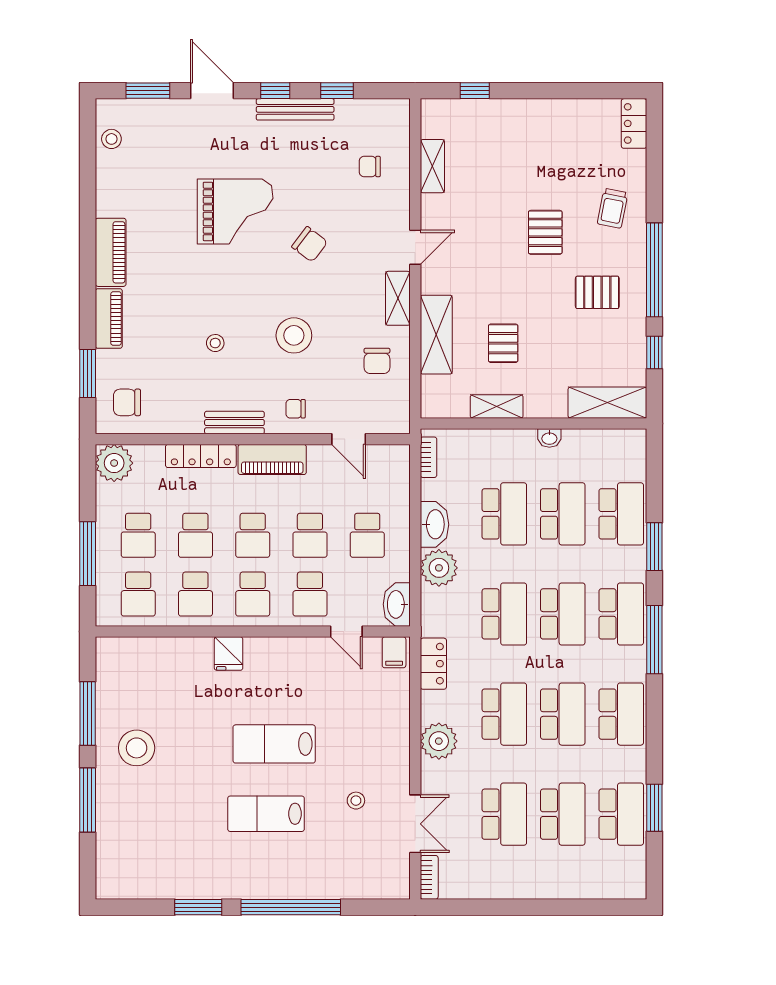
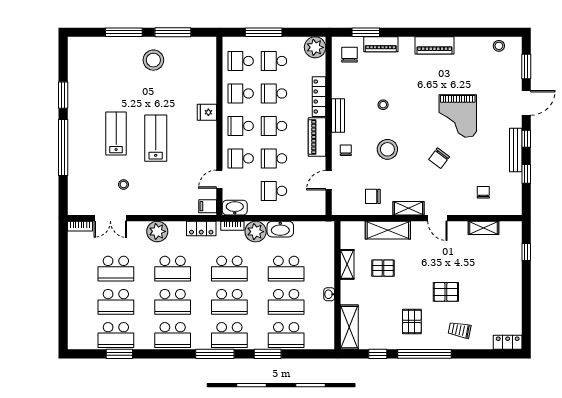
piano: (109, 319) -> (381, 44), moved
bookcase: (429, 457) -> (232, 226), moved

